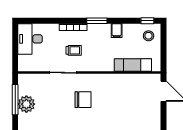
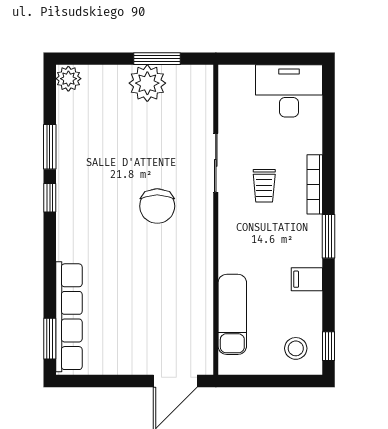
window: (15, 100) -> (157, 59), width x0.69

